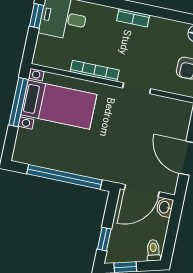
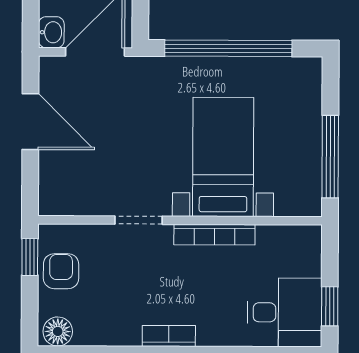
bed with nightstands: (59, 105) -> (223, 157), moved, turned 90

